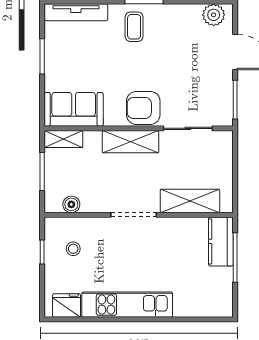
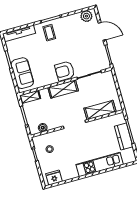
sofa: (74, 109) -> (22, 73), moved, turned 90
kitchen counter: (221, 241) -> (124, 137), moved
kitchen unit: (127, 305) -> (100, 165), moved

